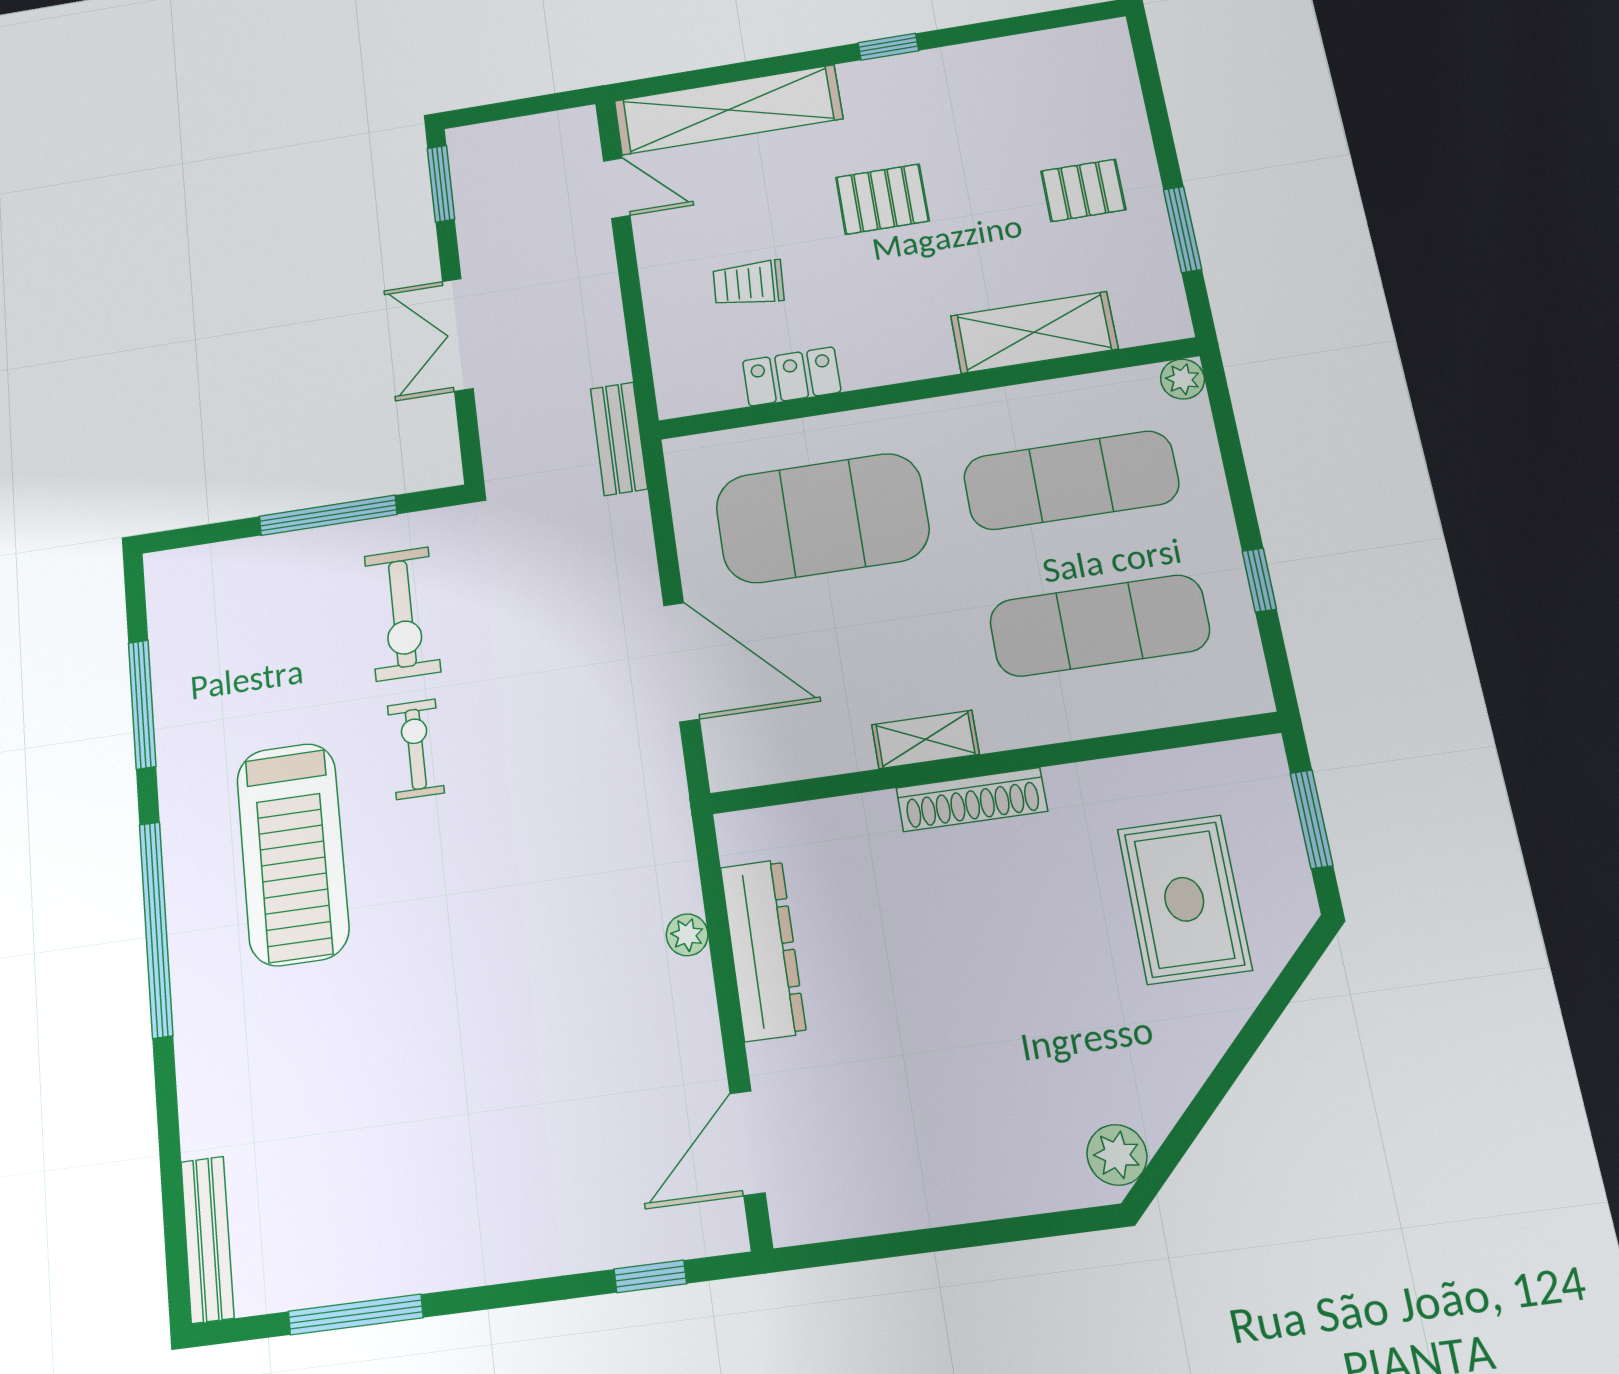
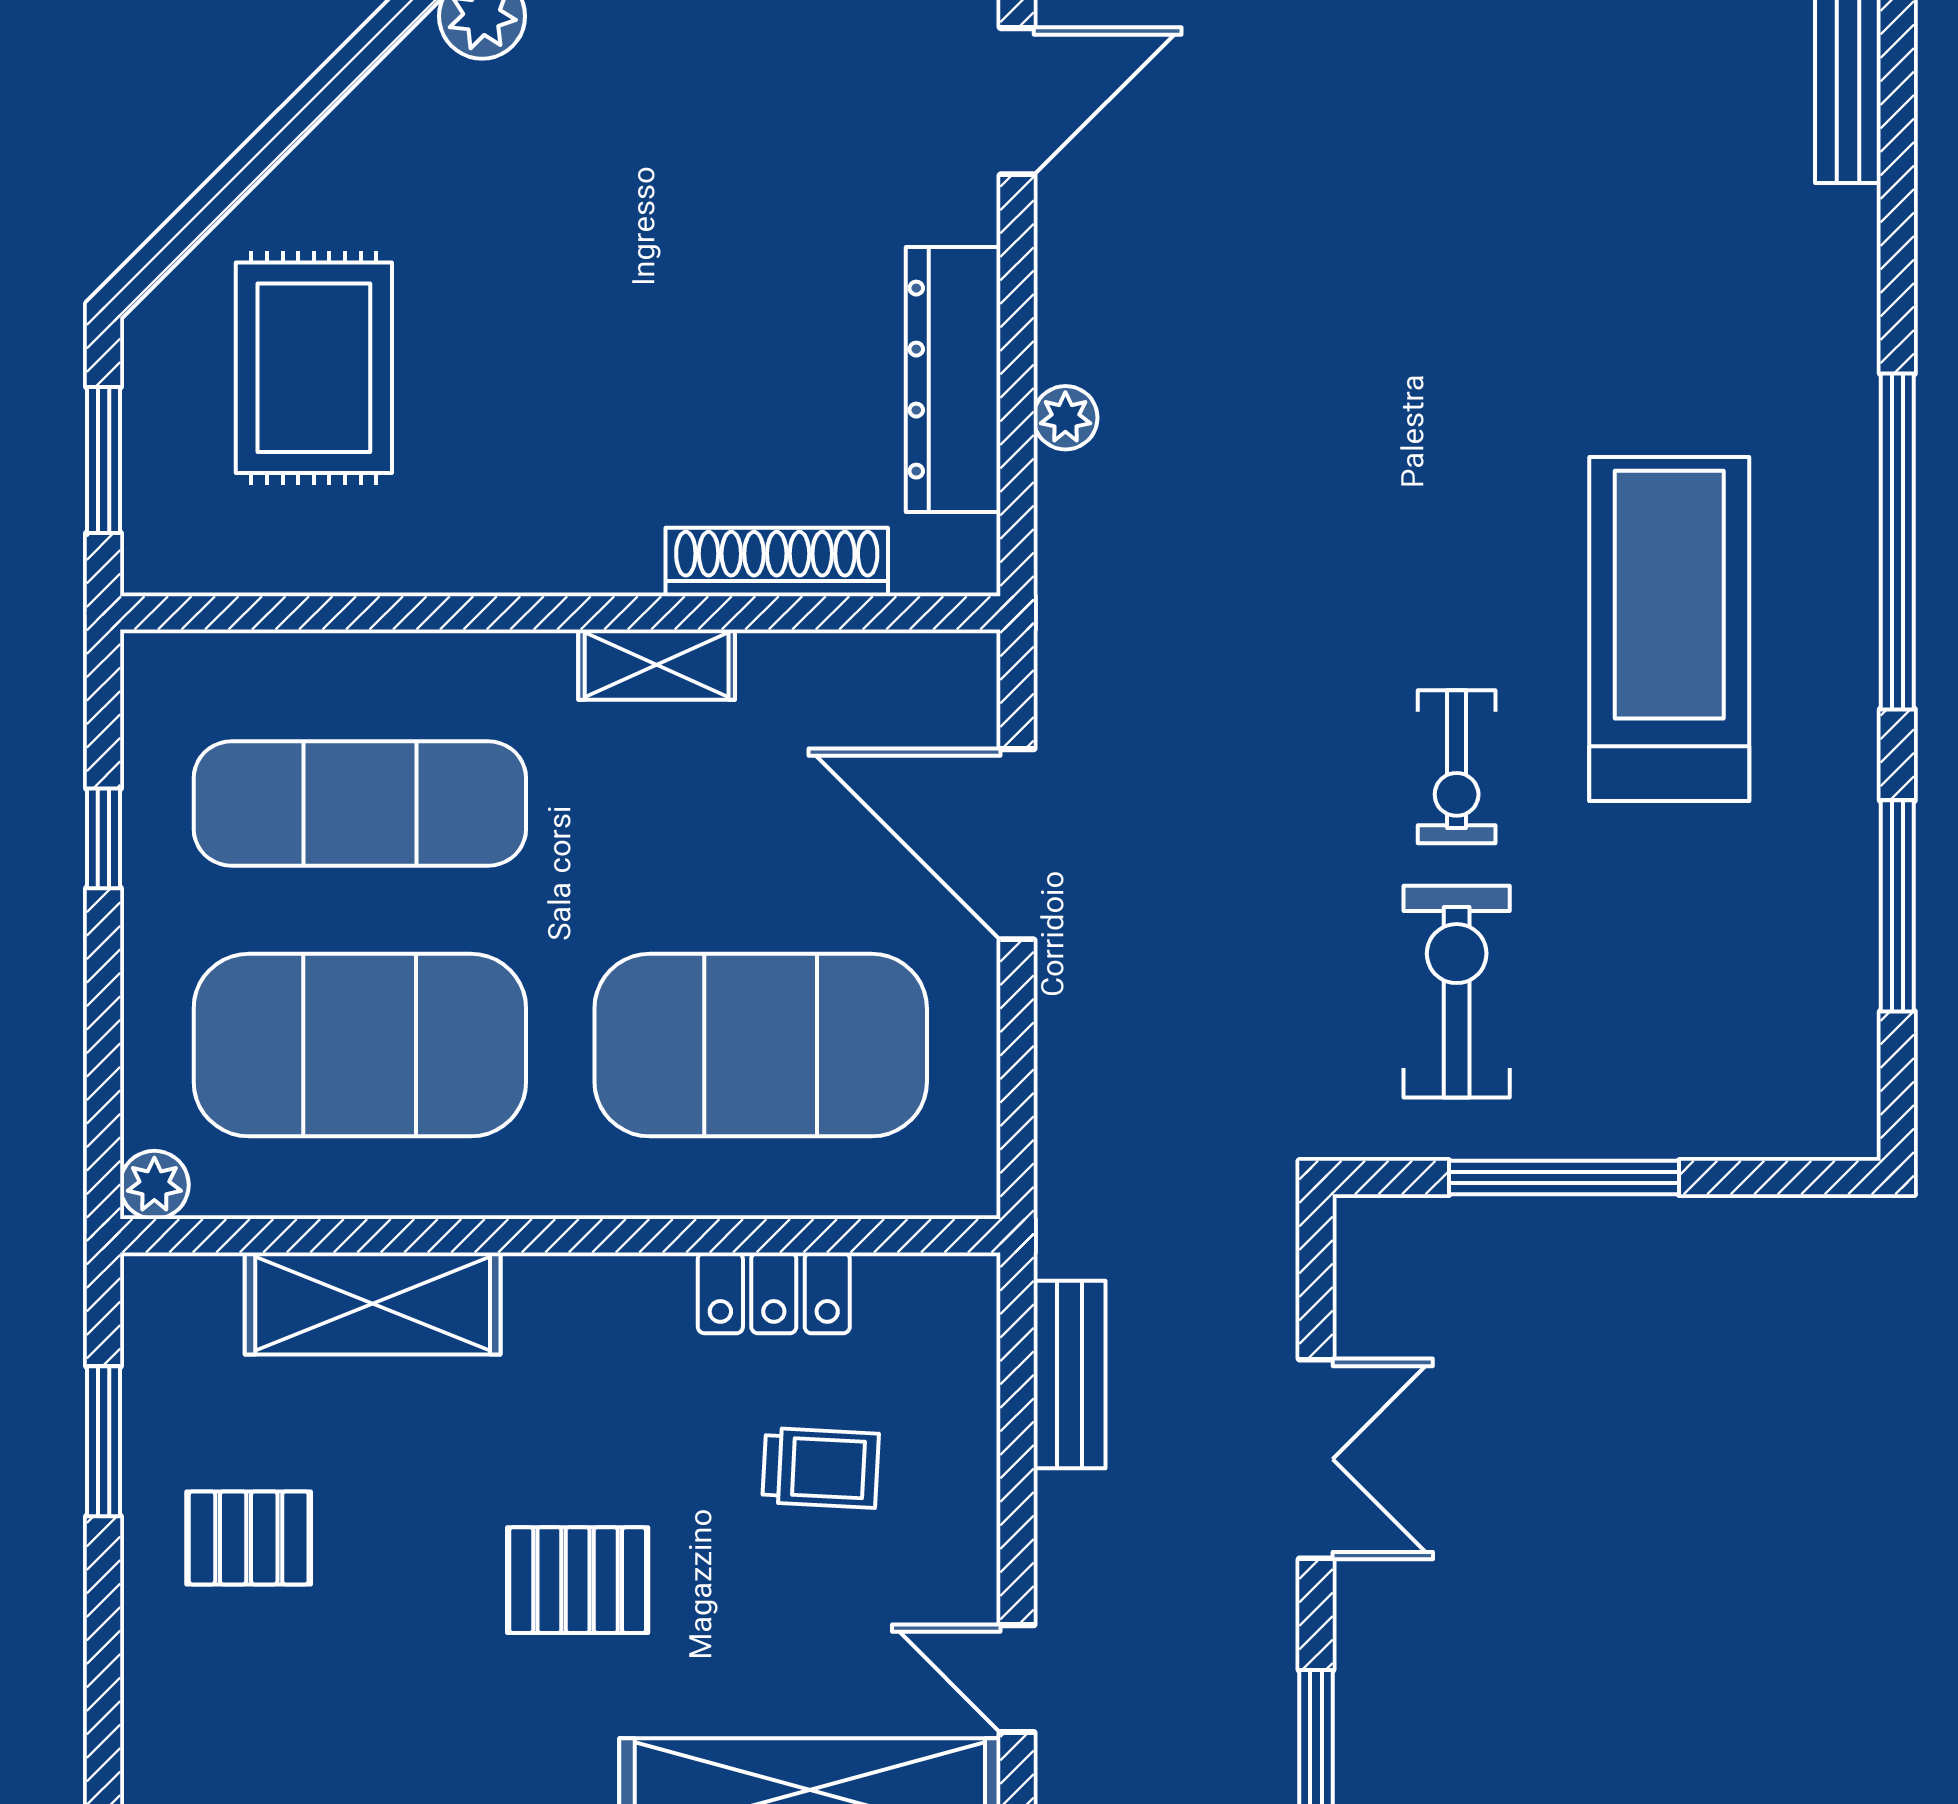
bench: (619, 439) -> (1070, 1374), moved
exercise mat: (1071, 480) -> (360, 1045), width x1.47
shoe rack: (972, 800) -> (777, 562), moved

